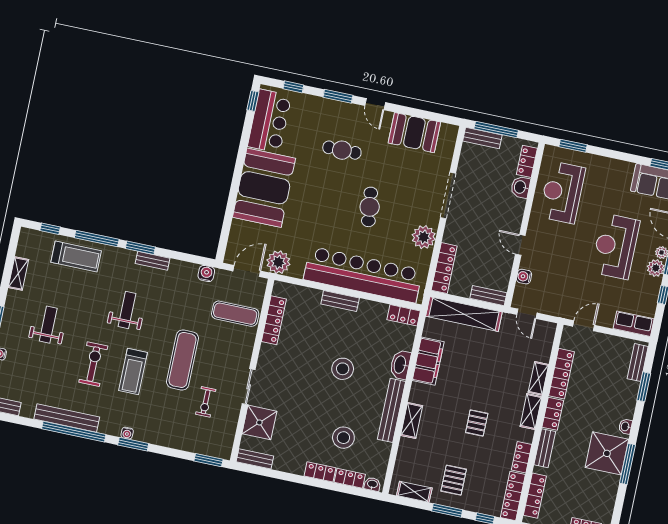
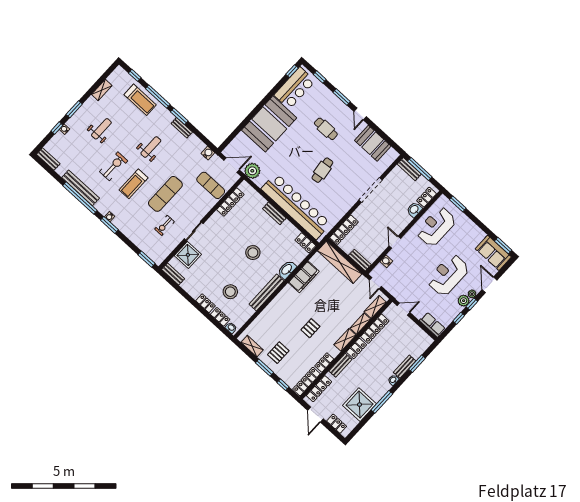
plant: (424, 237) -> (343, 205), removed
bench: (638, 363) -> (405, 367), moved
shelving: (412, 421) -> (375, 307), moved
shower: (607, 453) -> (359, 405), moved

